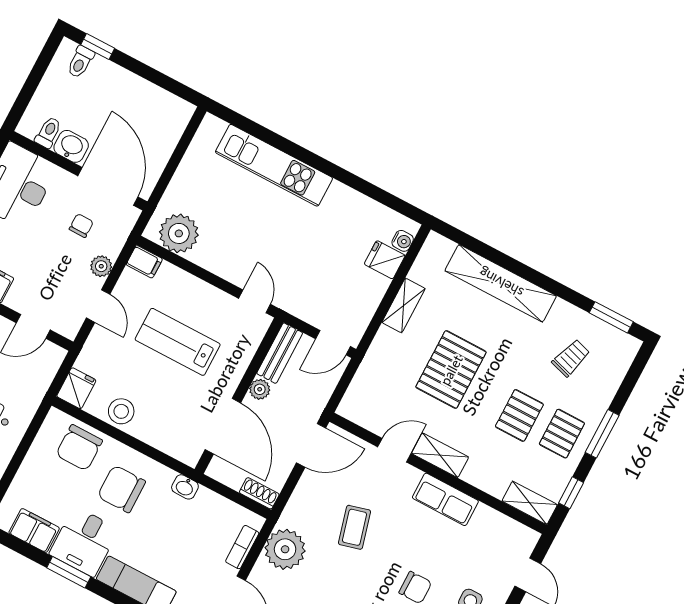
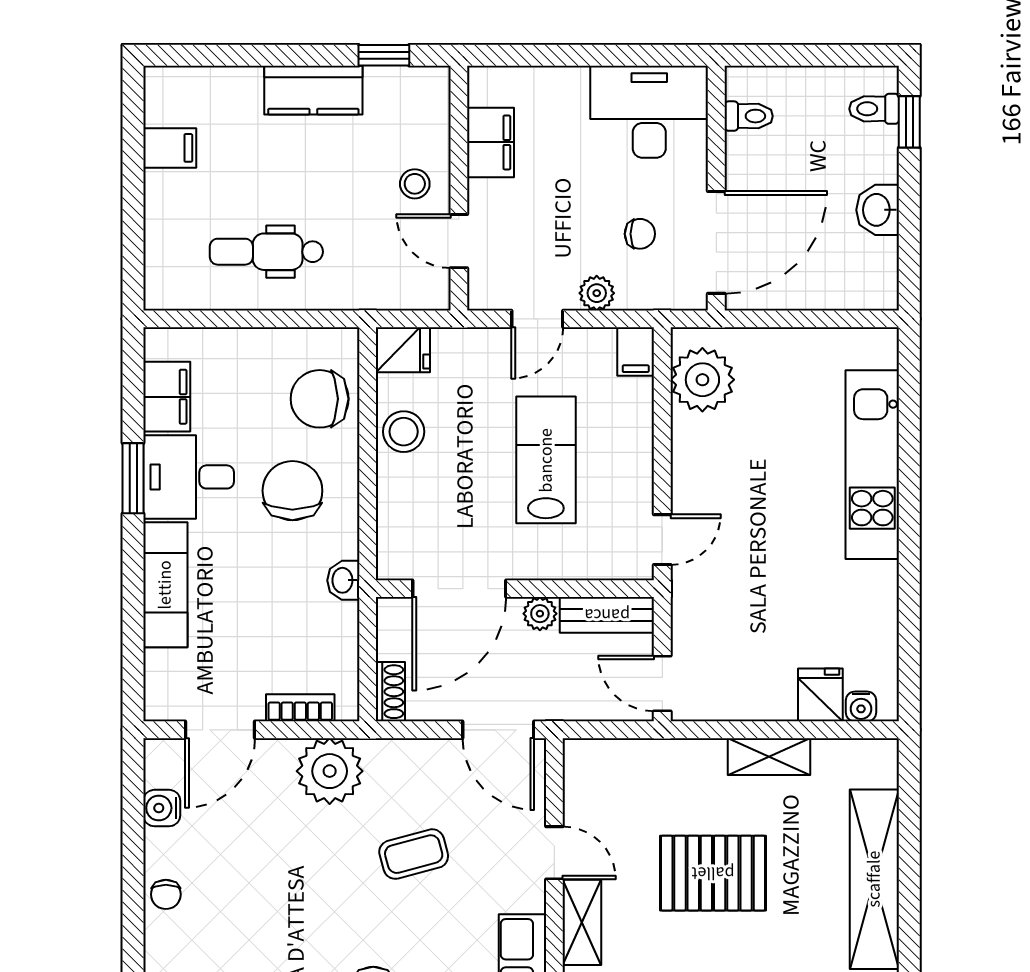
washbasin: (71, 146) -> (878, 210), moved, turned 180

